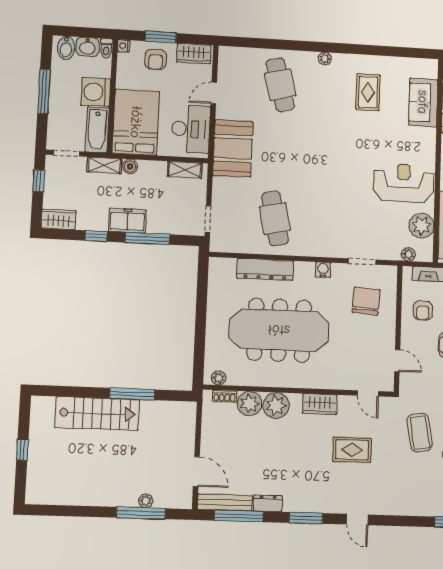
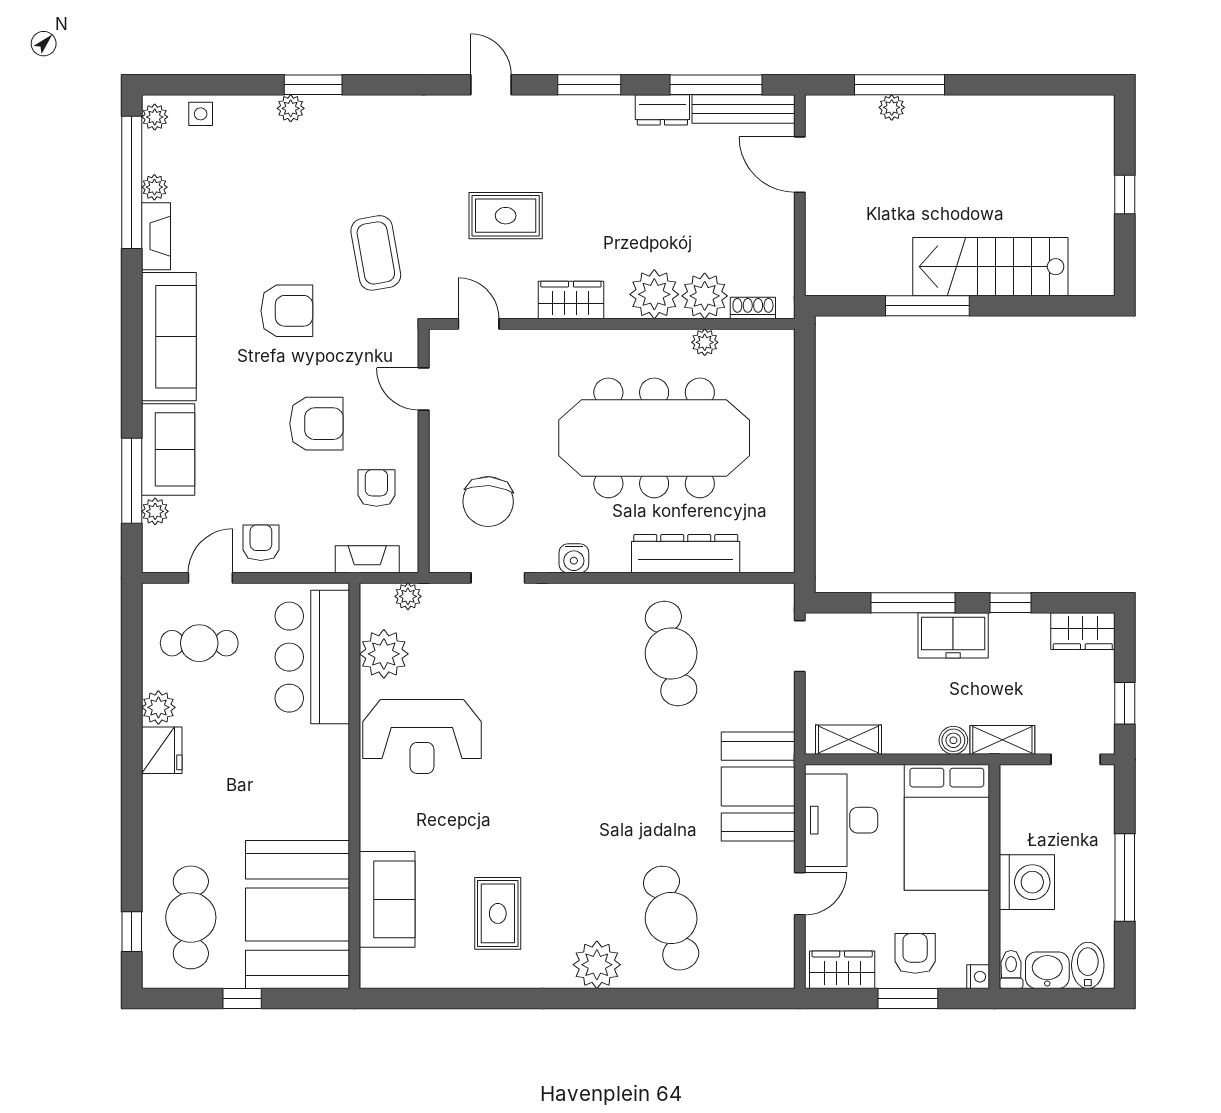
plant: (325, 58) -> (597, 965), width x1.87, depth x1.87
bathtub: (97, 130) -> (1020, 808), removed
plant: (219, 378) -> (705, 342), moved

